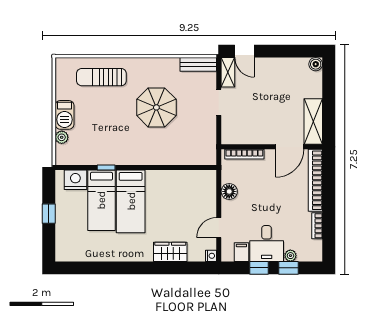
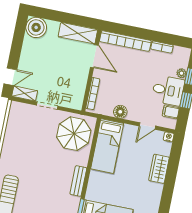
bench: (198, 64) -> (78, 181), moved
boiler: (316, 64) -> (36, 27), width x1.86, depth x1.86
parasol: (156, 107) -> (74, 134), moved
bed: (131, 201) -> (107, 146), moved, turned 90
door: (219, 228) -> (147, 126), hinge flipped

